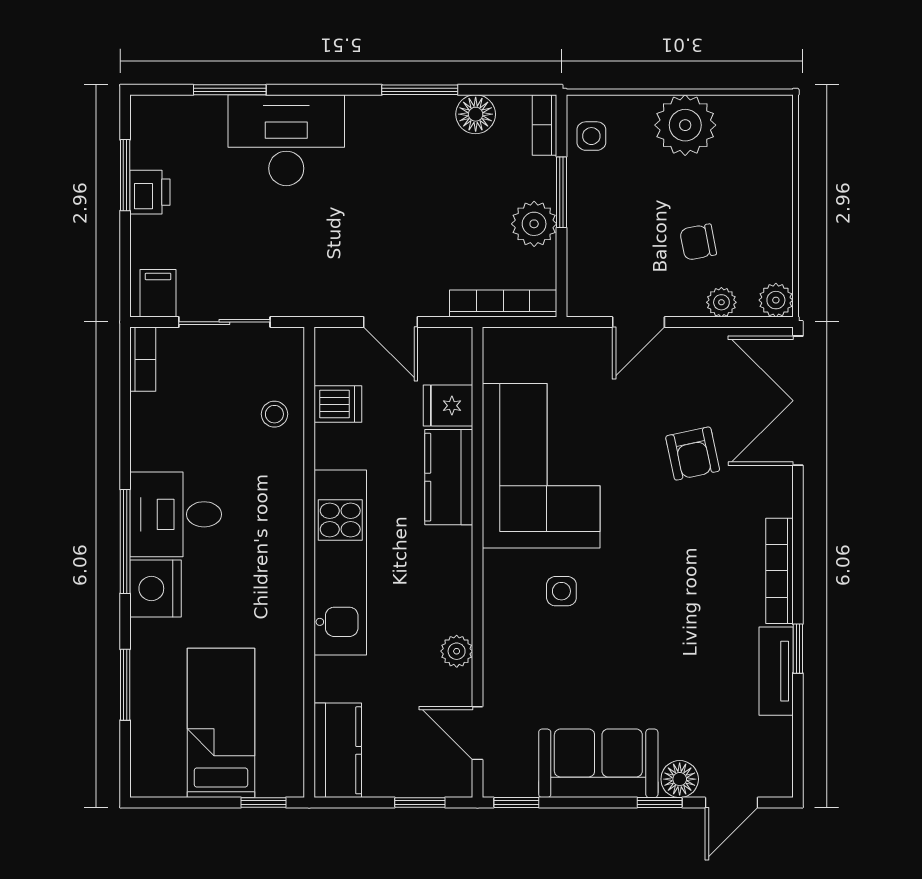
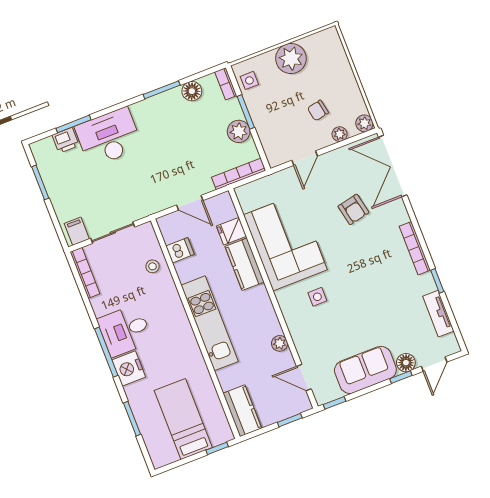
printer: (150, 192) -> (66, 140), moved, turned 90
bookcase: (143, 359) -> (85, 273), width x1.56
tv unit: (776, 671) -> (438, 314), moved

